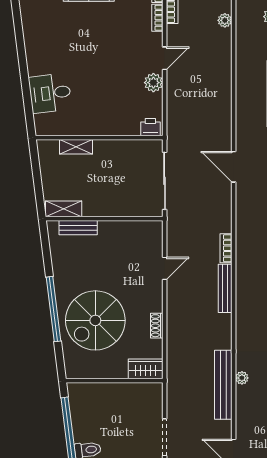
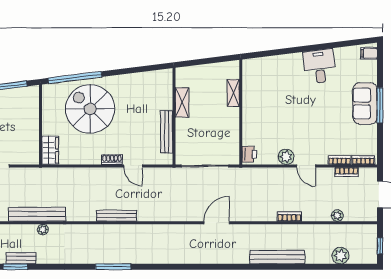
desk: (50, 93) -> (319, 66), moved
shelving: (64, 209) -> (182, 102), moved
bench: (78, 228) -> (167, 132), moved, width x1.36
bookcase: (226, 248) -> (289, 217), moved
window: (54, 309) -> (75, 77), moved
shoe rack: (157, 326) -> (112, 160), moved

